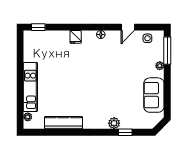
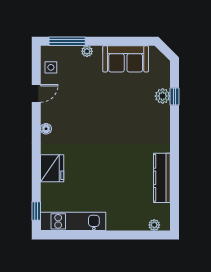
door: (128, 27) -> (36, 93), hinge flipped
fridge: (76, 37) -> (52, 168), width x1.88, depth x1.34
kitchen unit: (30, 87) -> (73, 221), moved
plant: (114, 123) -> (163, 96), moved

